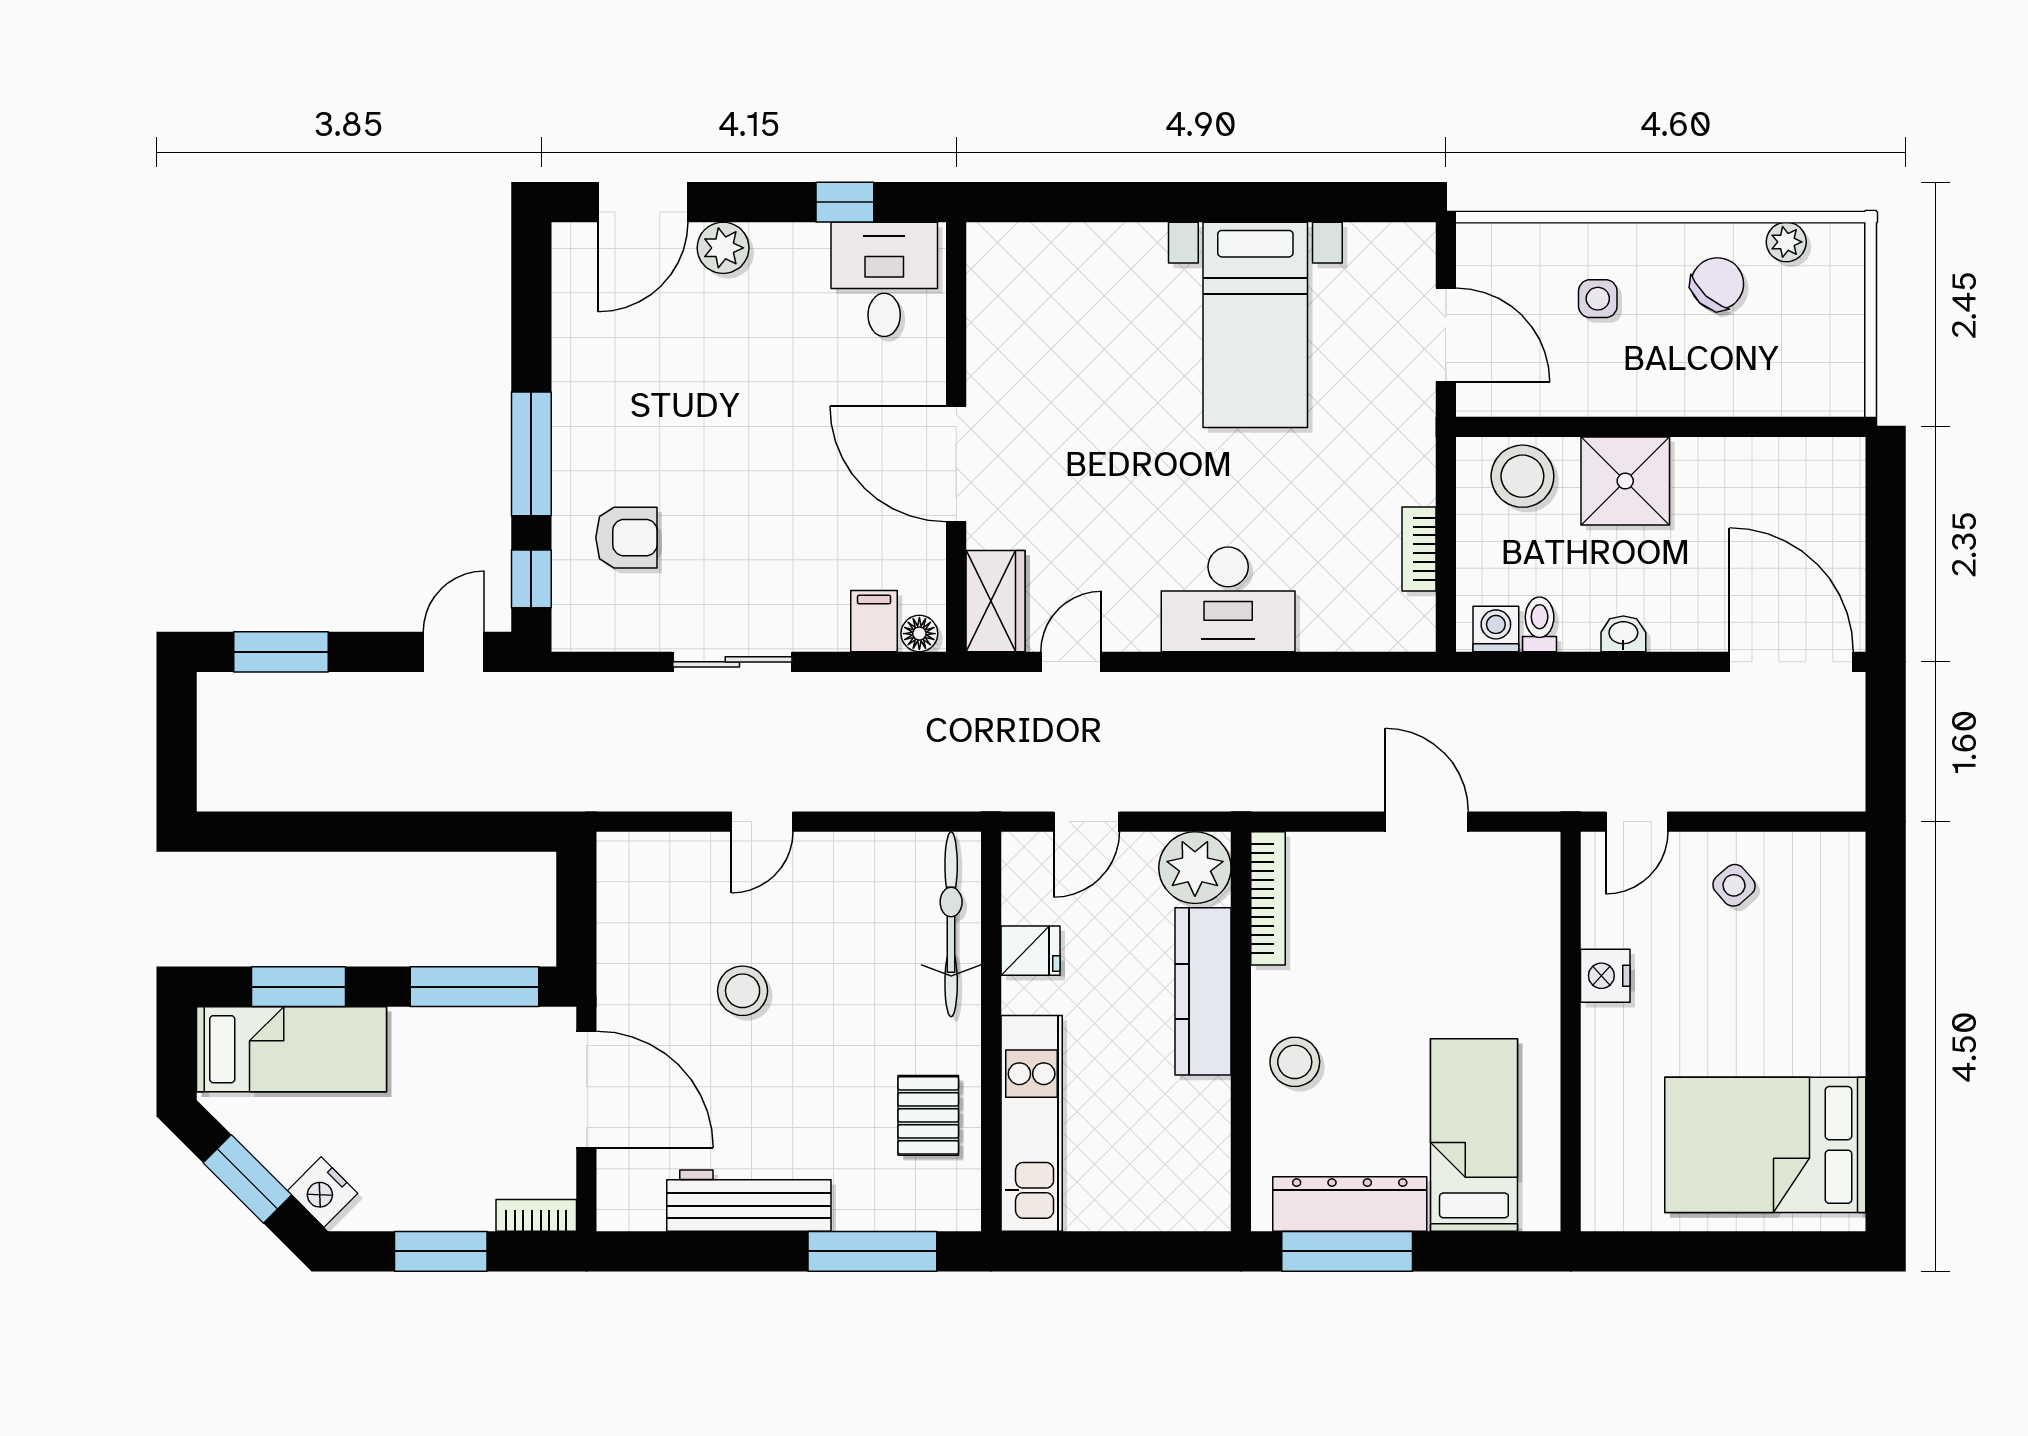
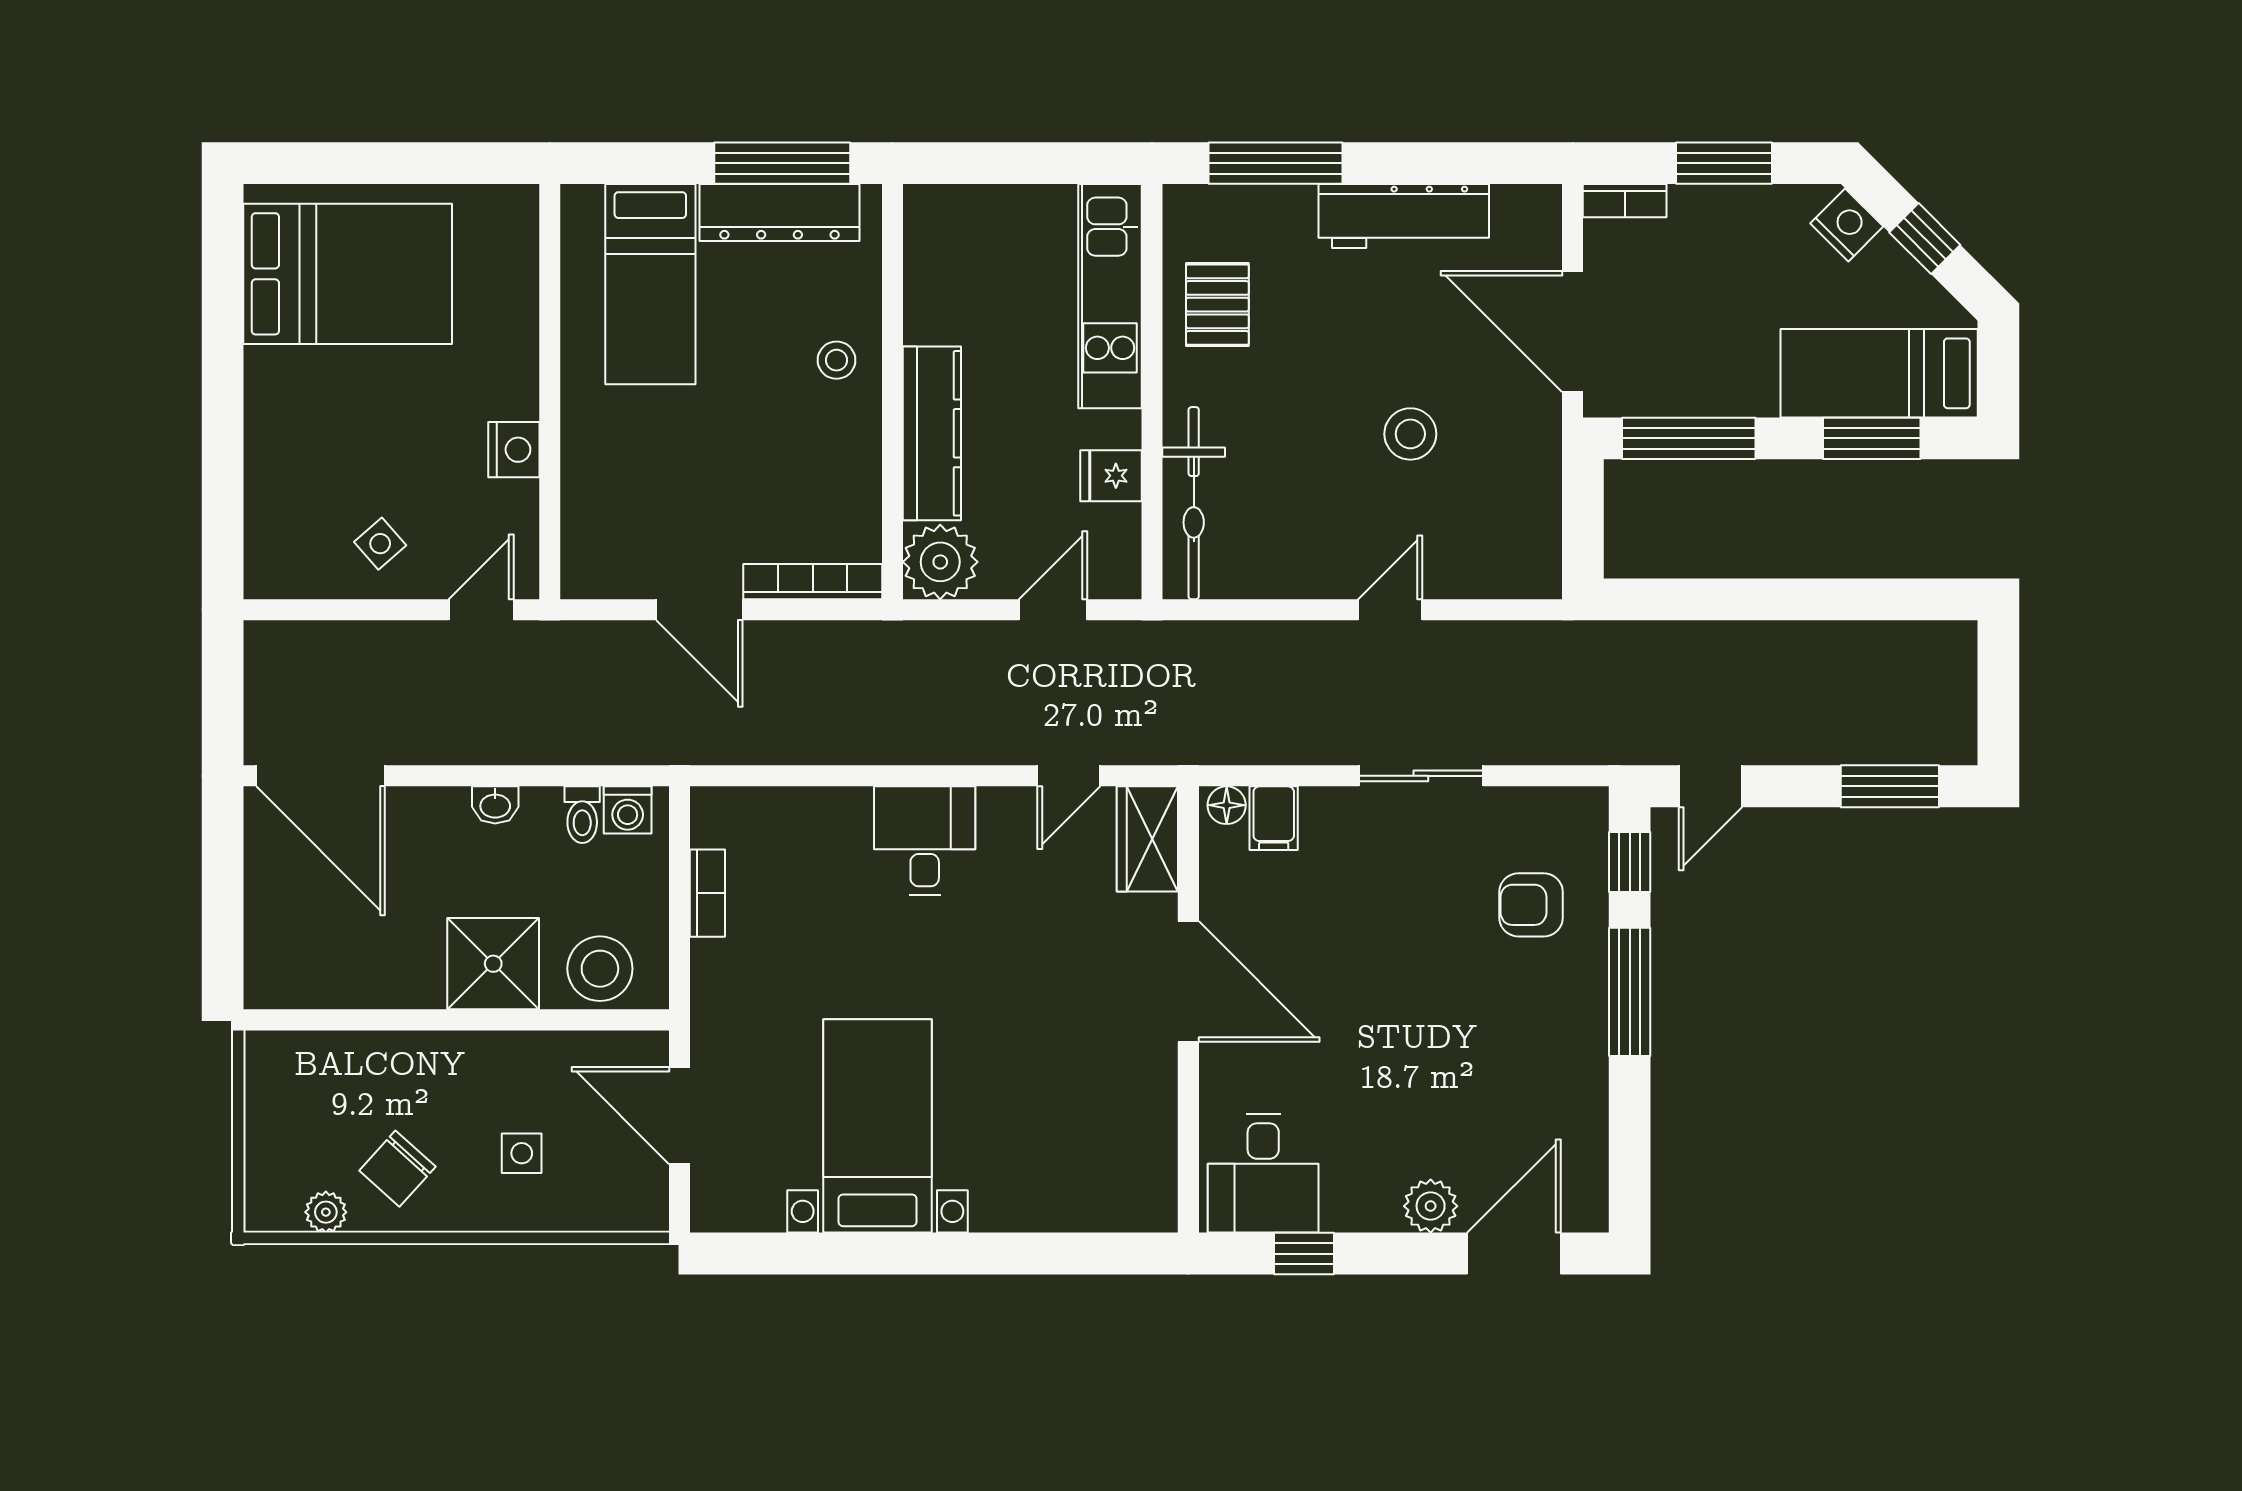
desk: (1228, 599) -> (925, 841), width x0.73
bookcase: (1268, 898) -> (813, 582), moved, turned 90
stool: (1295, 1062) -> (837, 360), width x0.73, depth x0.73
window: (247, 1179) -> (1925, 239), width x0.67

